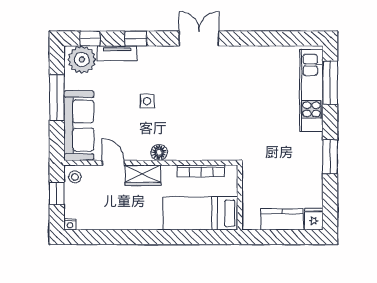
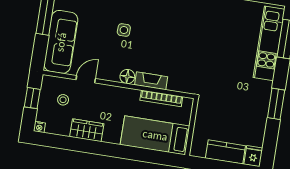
fireplace: (186, 153) -> (151, 81), added
door: (113, 163) -> (86, 79), hinge flipped
wardrobe: (143, 175) -> (87, 130), moved, turned 180
stool: (75, 177) -> (63, 100), moved

